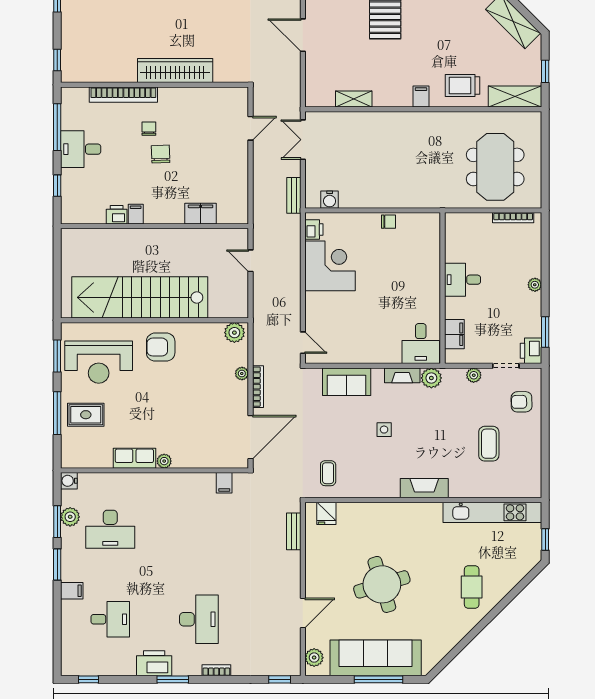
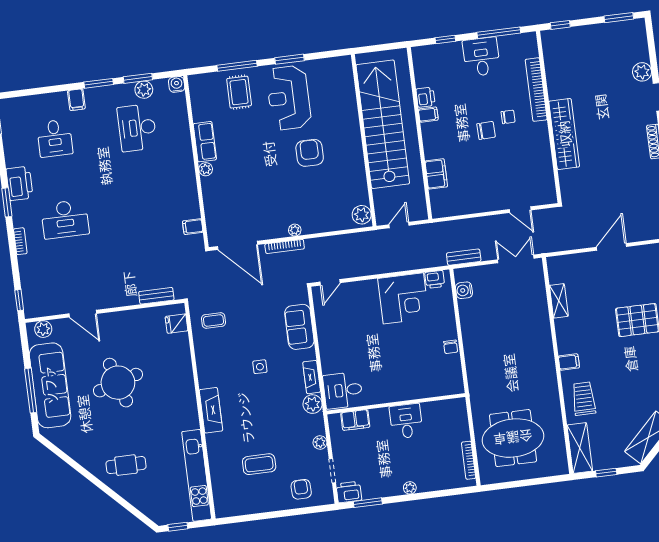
stairs: (140, 297) -> (383, 124), moved
wall: (155, 320) -> (364, 140), moved
plant: (234, 333) -> (362, 215), moved

